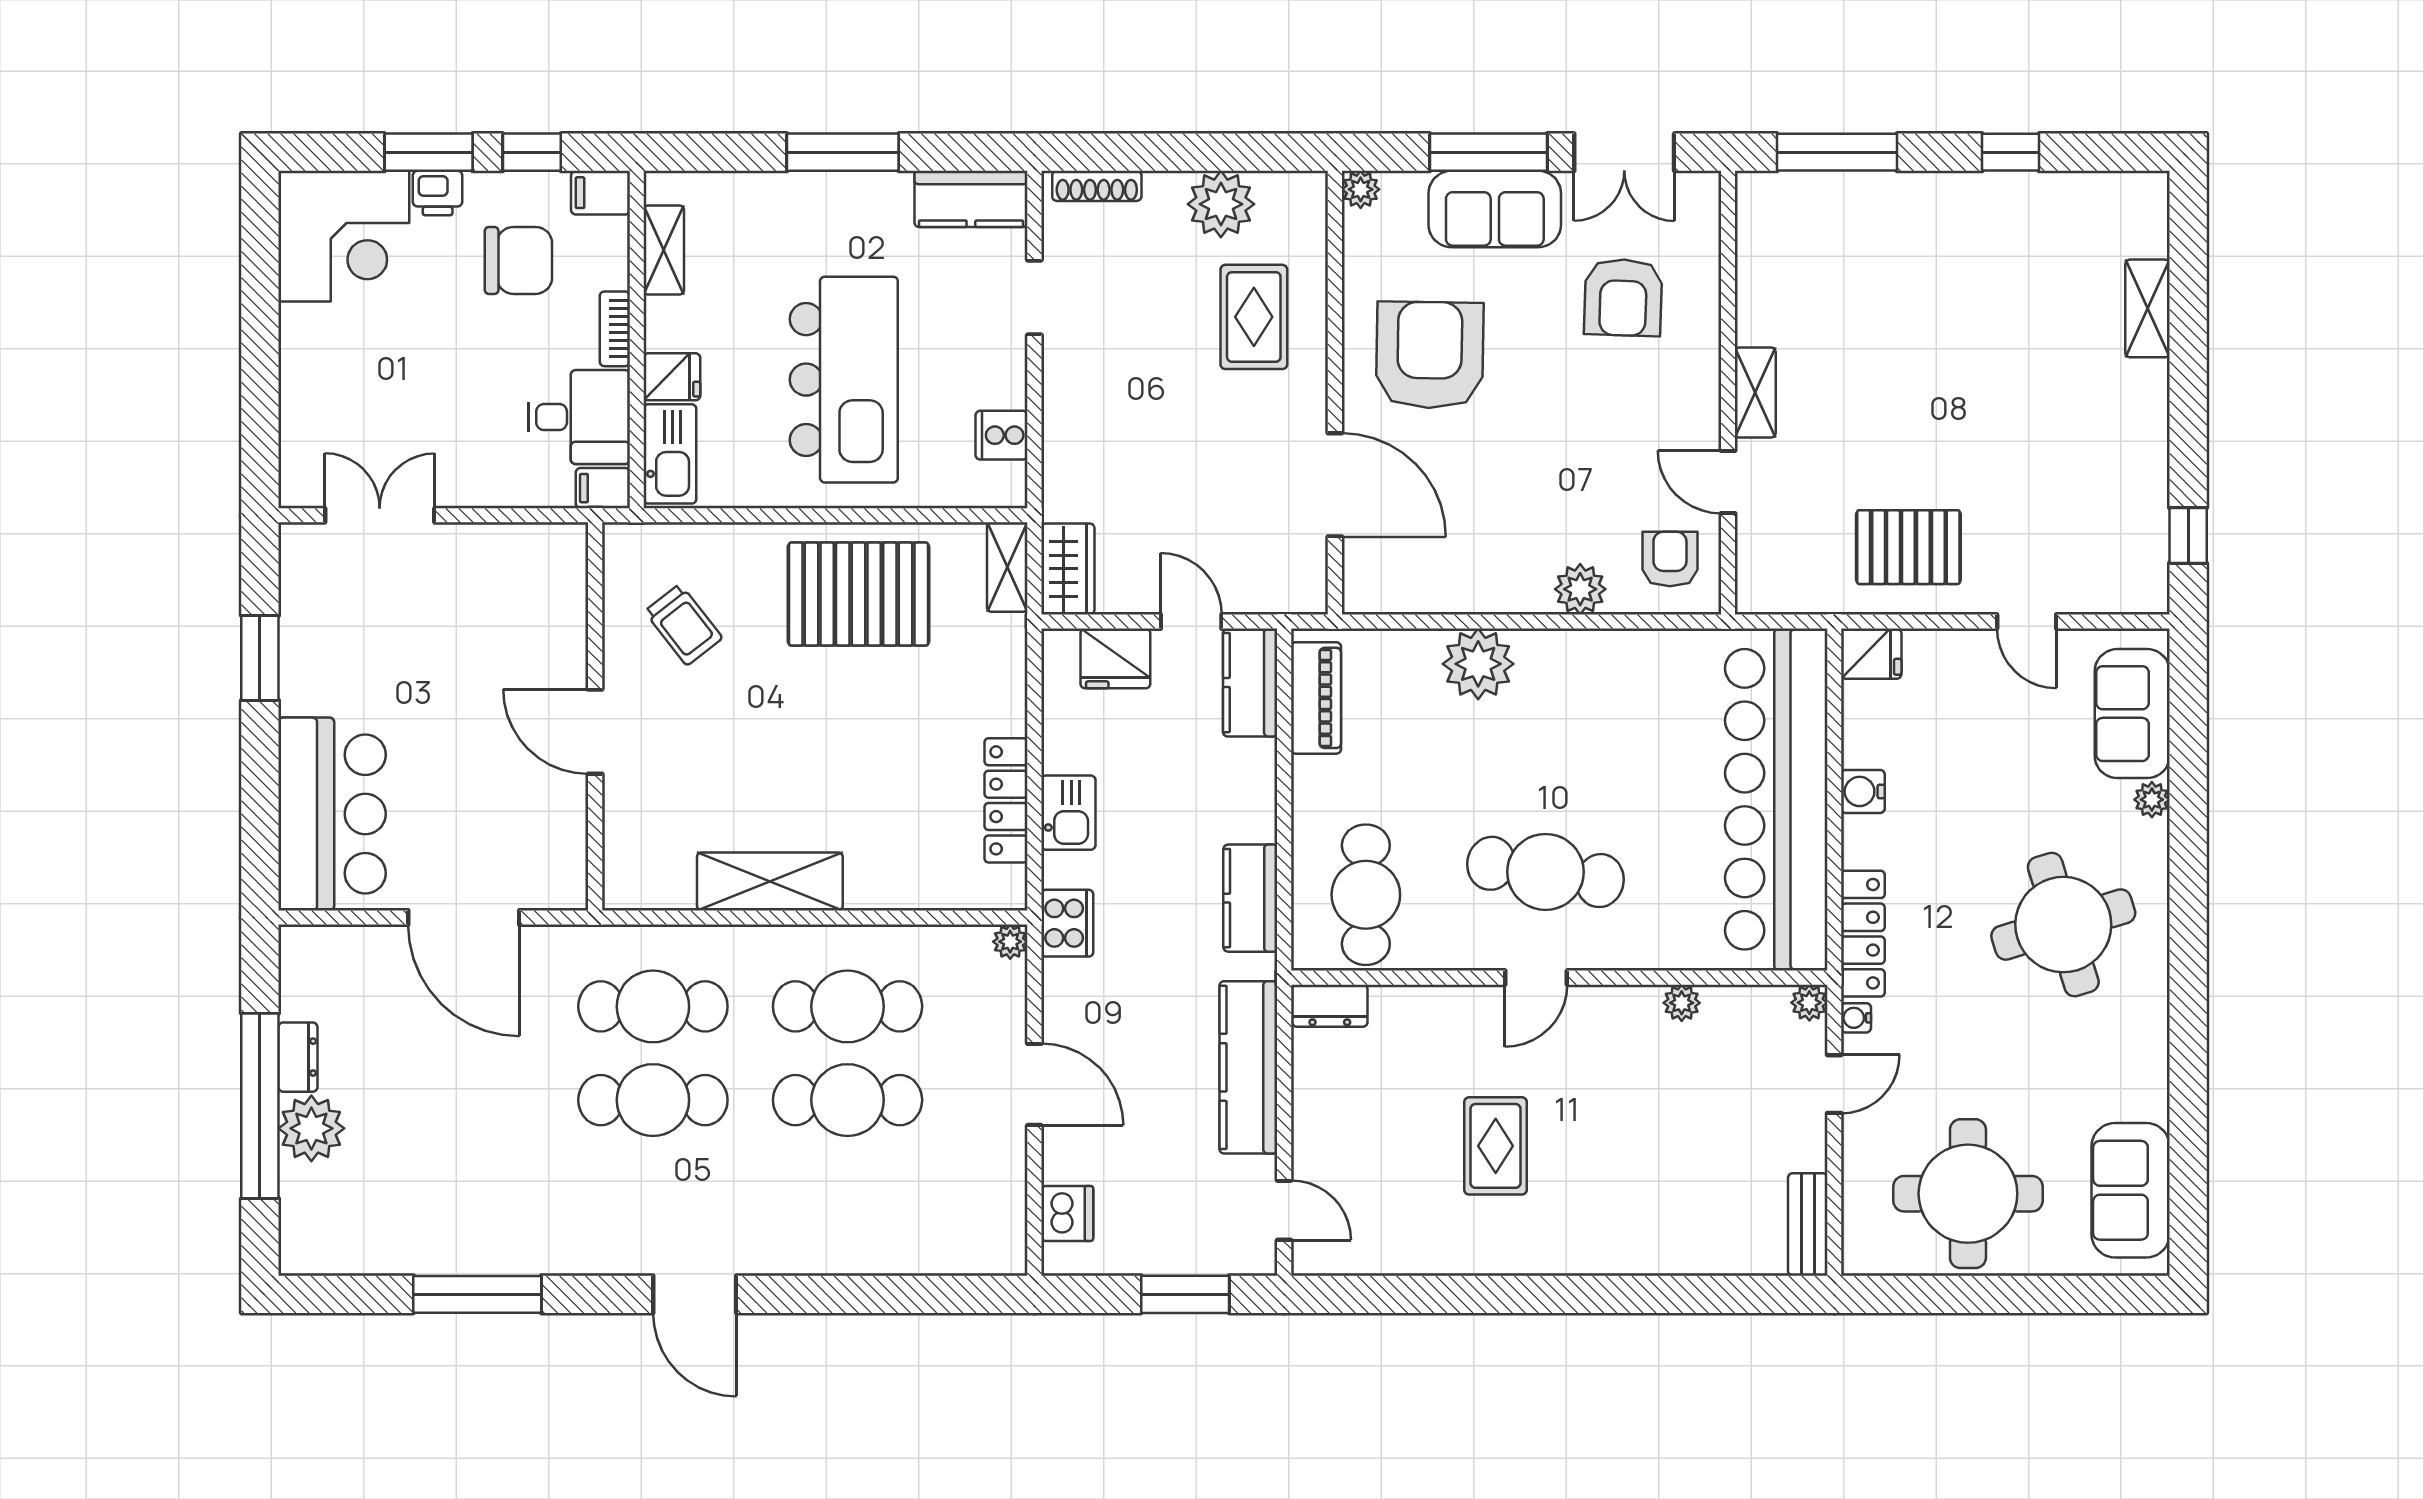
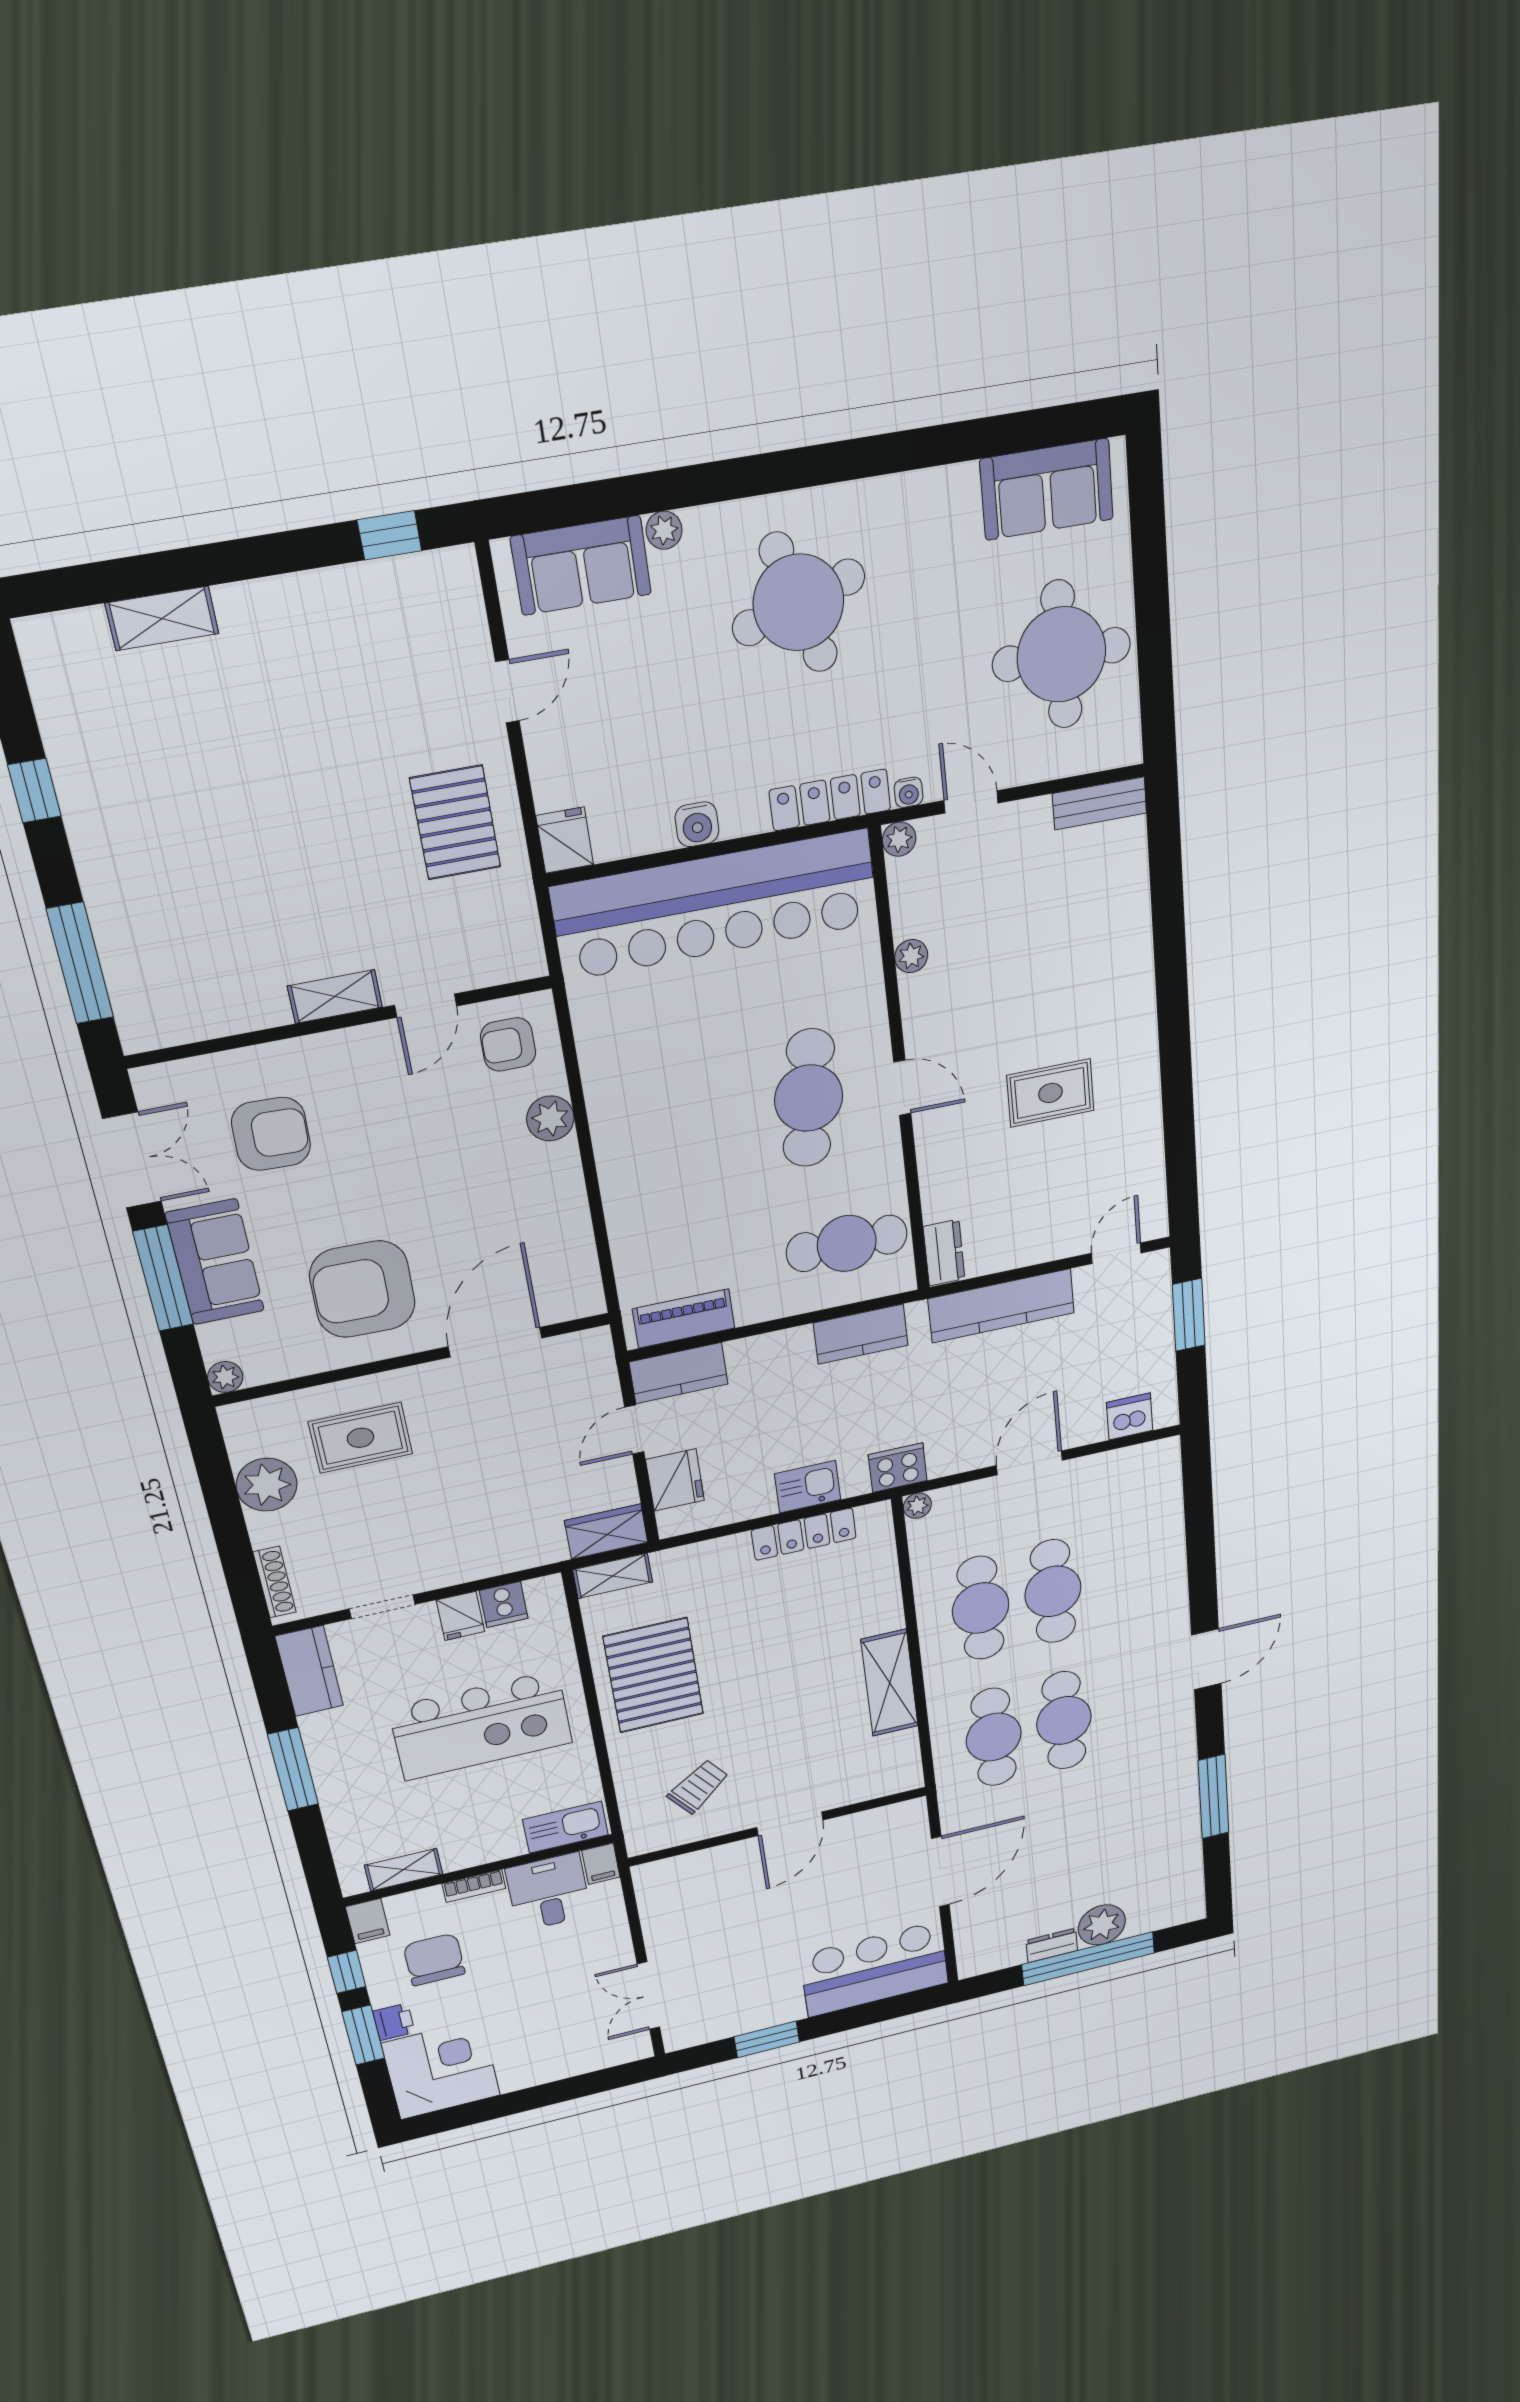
fridge: (672, 377) -> (460, 1616), moved, turned 180
kitchen island: (844, 380) -> (481, 1725), turned 180
plant: (1478, 664) -> (633, 1192), removed

